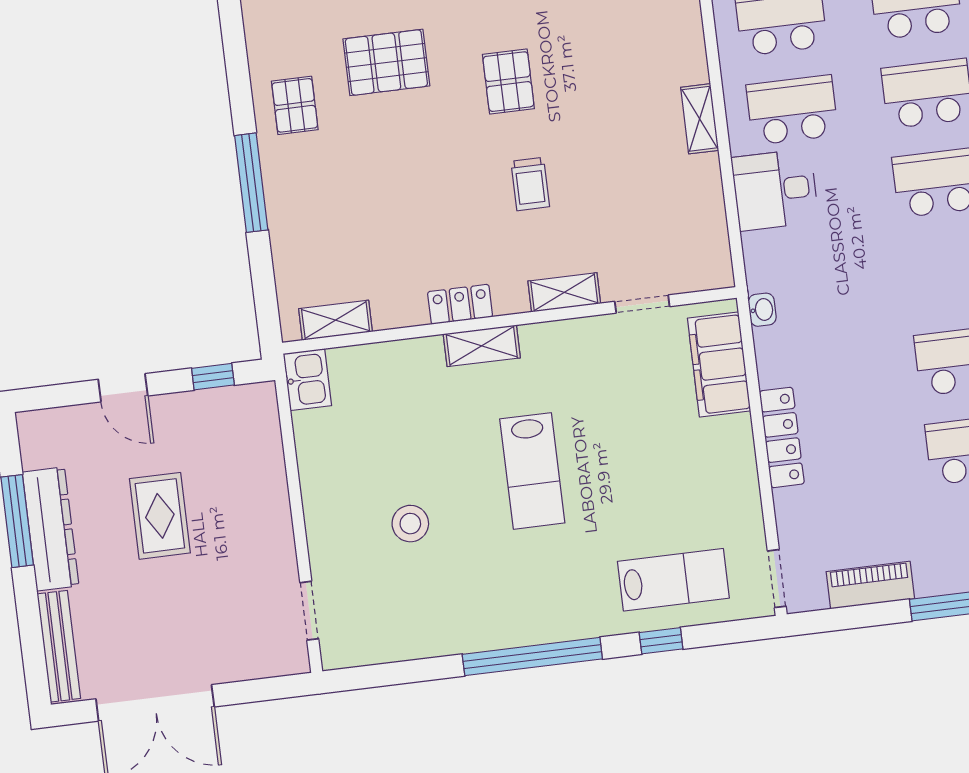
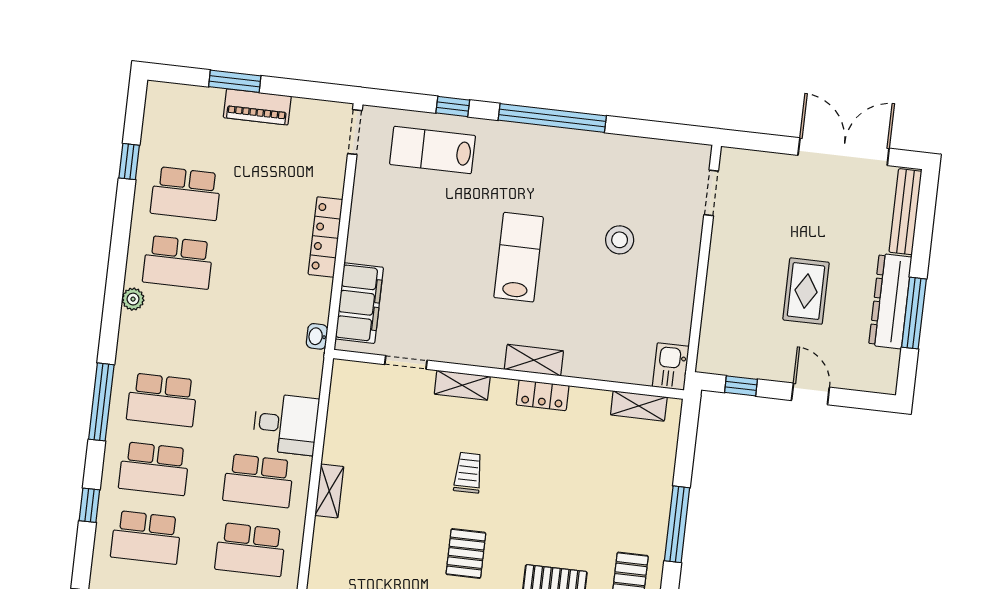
piano: (870, 585) -> (257, 107), moved

